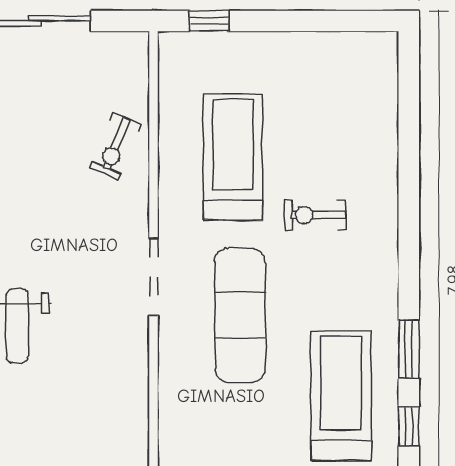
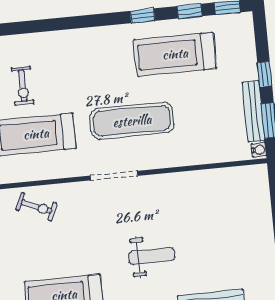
exercise bike: (315, 215) -> (23, 86), moved
window: (409, 349) -> (142, 16), width x0.67

